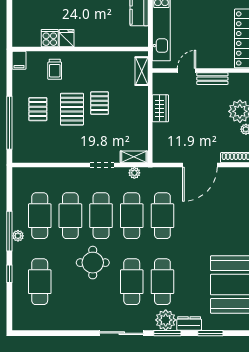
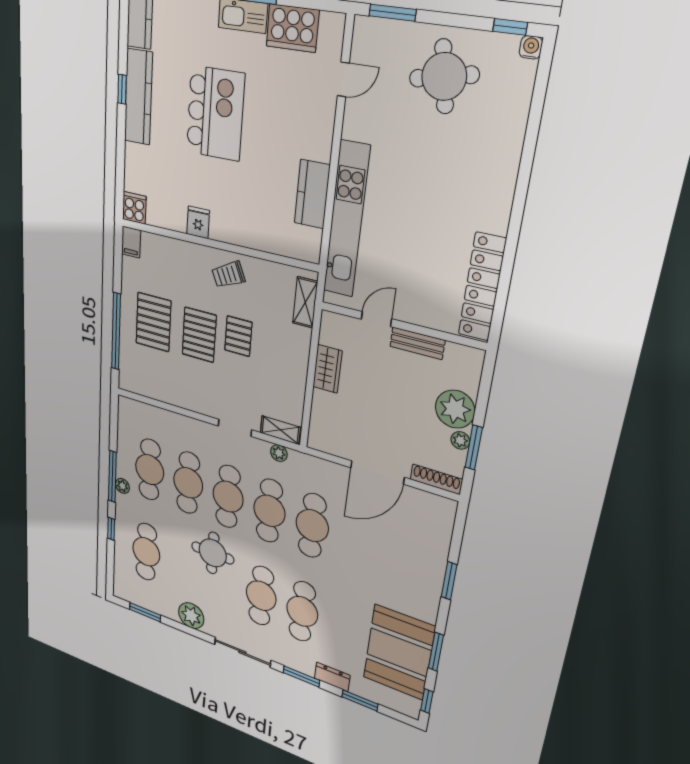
cooker: (50, 38) -> (134, 208), moved
trolley: (55, 69) -> (228, 275), moved, turned 65
pallet: (38, 109) -> (153, 322), width x1.50, depth x1.42
plant: (166, 320) -> (191, 616), moved
window: (41, 333) -> (145, 612), added

